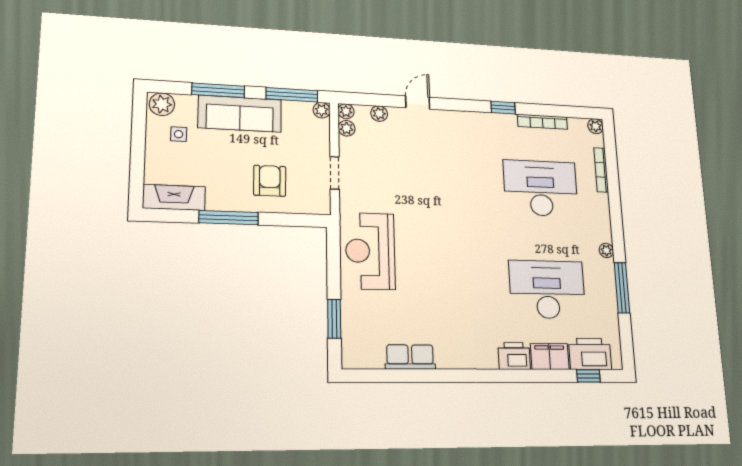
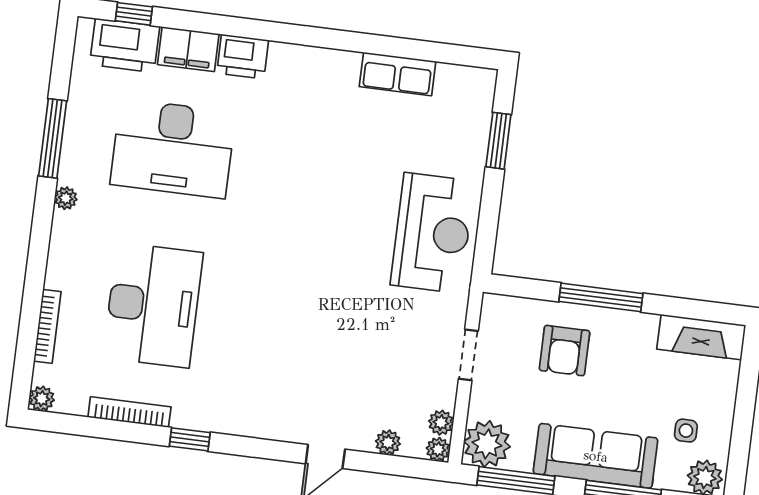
plant: (322, 110) -> (487, 444), width x1.87, depth x1.87
desk: (541, 188) -> (153, 305), turned -90
window: (229, 218) -> (601, 297), moved

